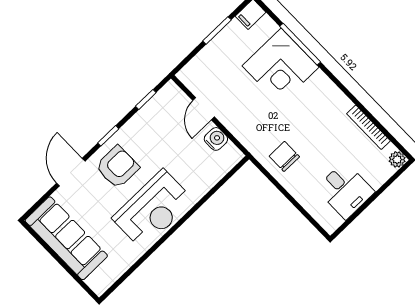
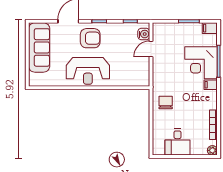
filing cabinet: (318, 82) -> (211, 85), added
water cooler: (216, 139) -> (144, 34), moved

